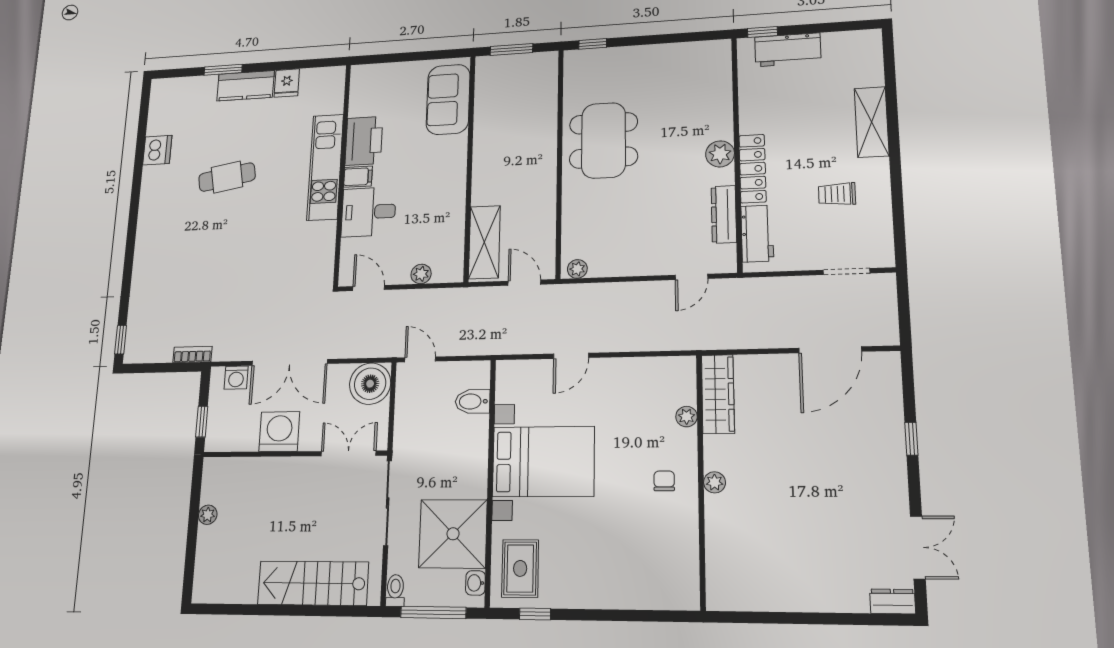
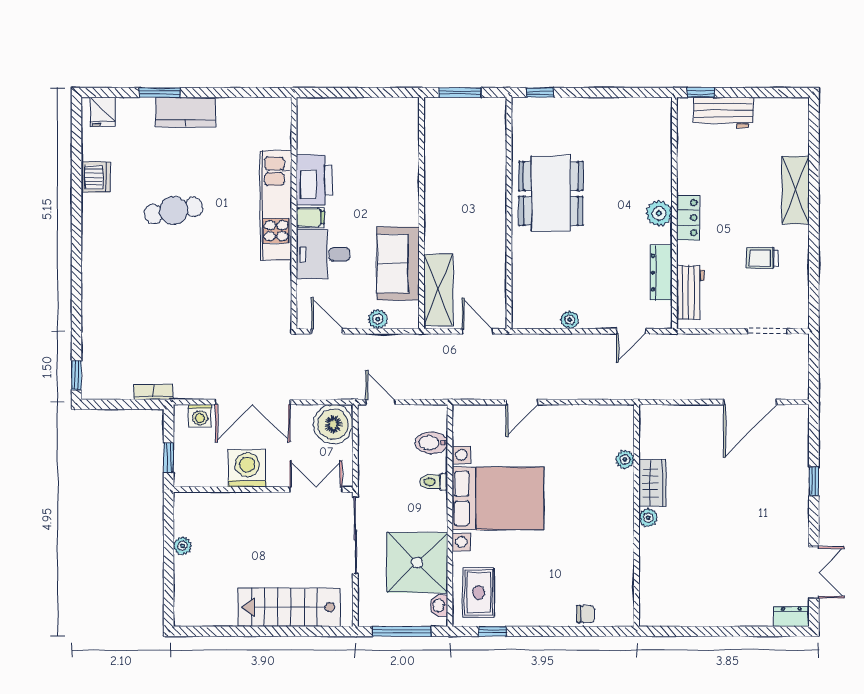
fridge: (287, 83) -> (103, 112), moved
sofa: (448, 99) -> (398, 264), moved
locker: (753, 169) -> (688, 218), width x0.66
plant: (577, 269) -> (570, 320), moved
wardrobe: (718, 394) -> (653, 483), moved, width x0.67
chair: (664, 481) -> (586, 614), moved, turned 90
toilet: (395, 590) -> (434, 482), moved, turned -90

